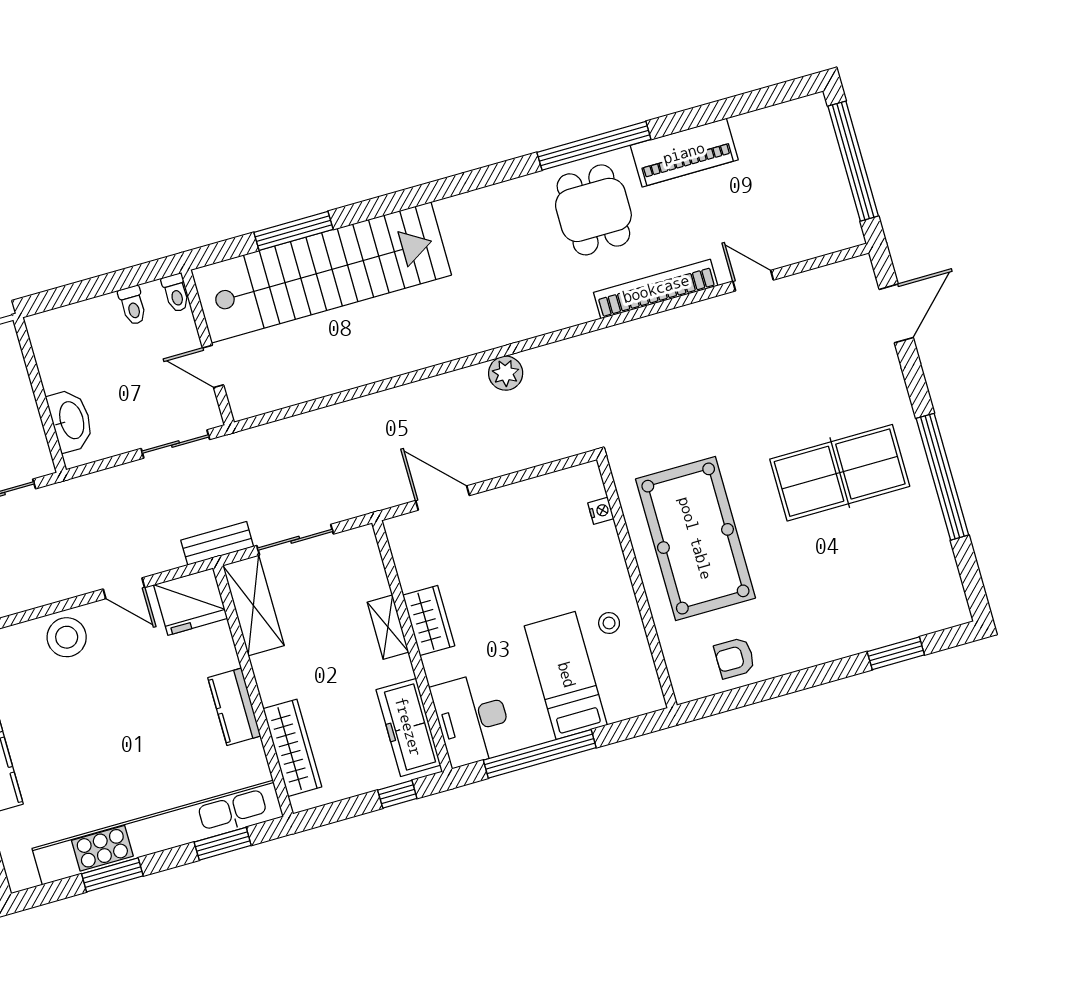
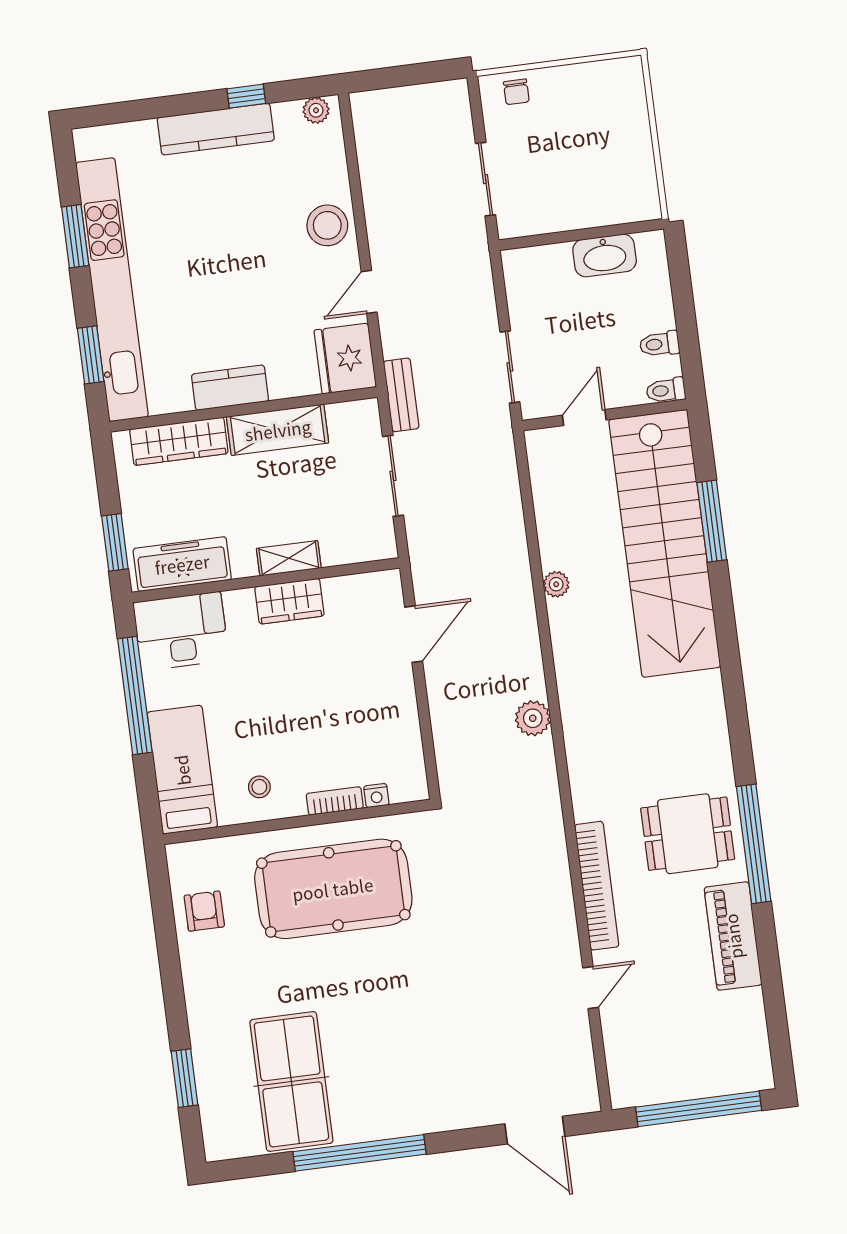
plant: (375, 370) -> (556, 584), added
washbasin: (71, 420) -> (605, 255), moved
table tennis table: (840, 473) -> (291, 1081), moved
bookcase: (612, 549) -> (335, 801), added
shelving: (253, 605) -> (278, 430), moved
bed: (566, 675) -> (182, 770), moved, turned -90
window: (397, 794) -> (115, 542), width x1.50

